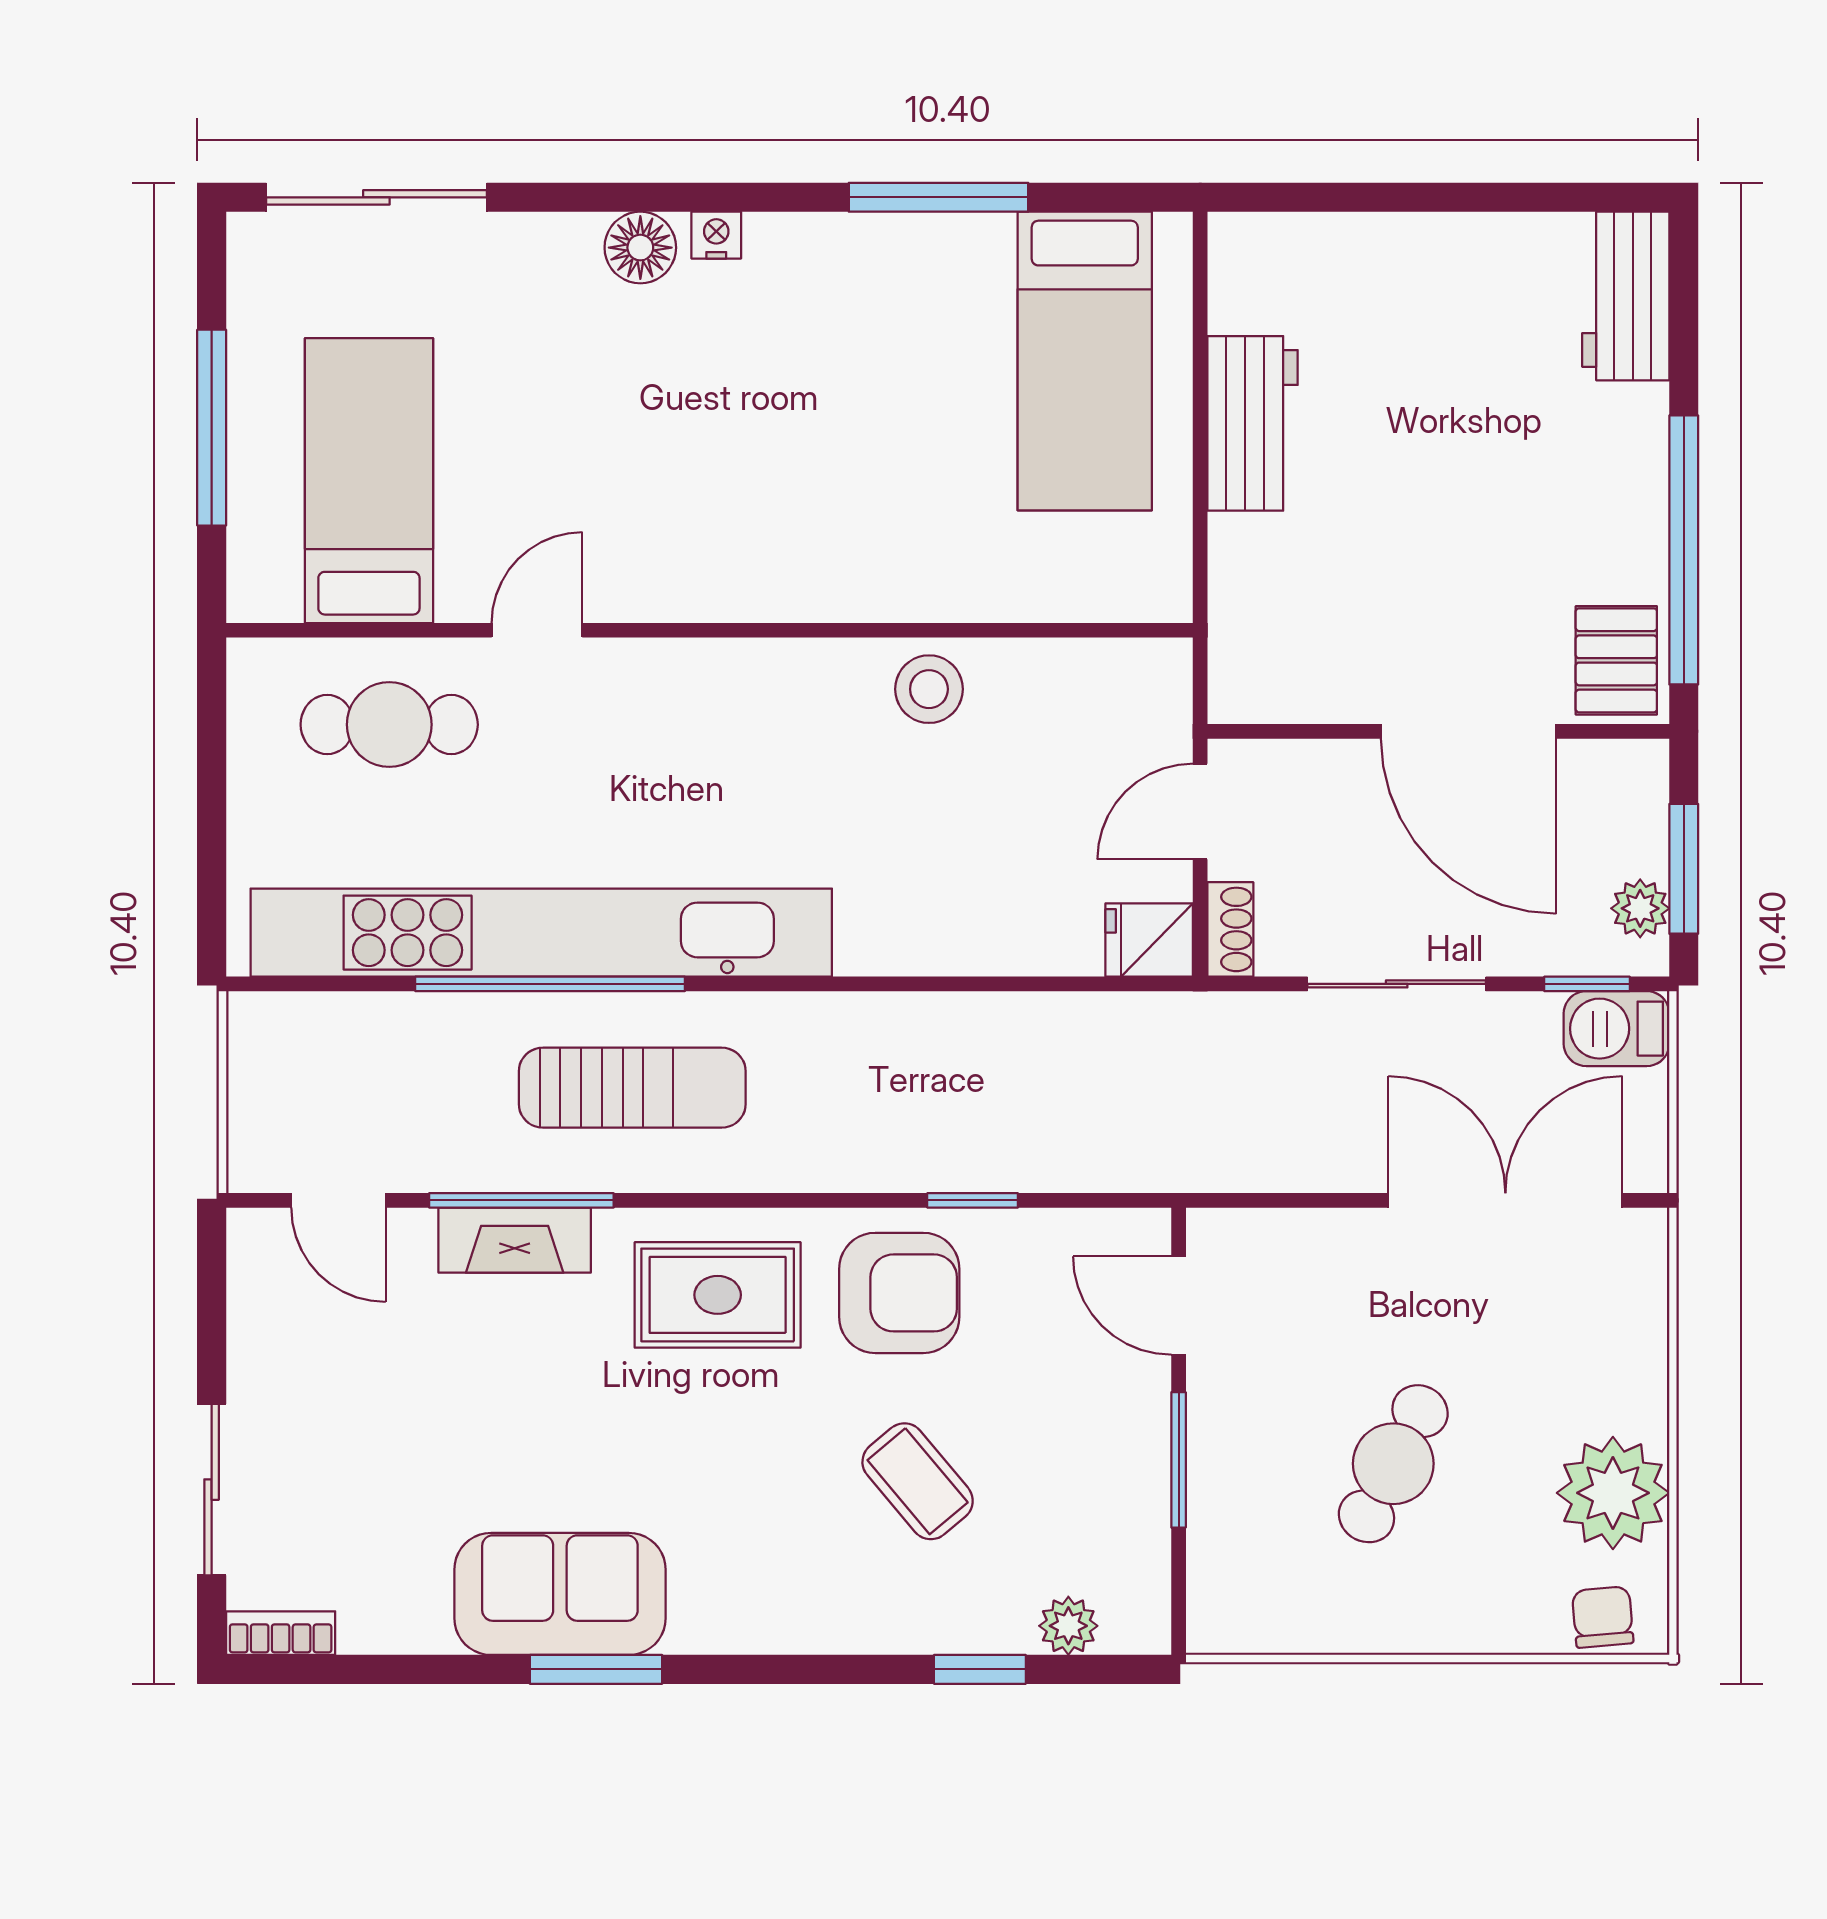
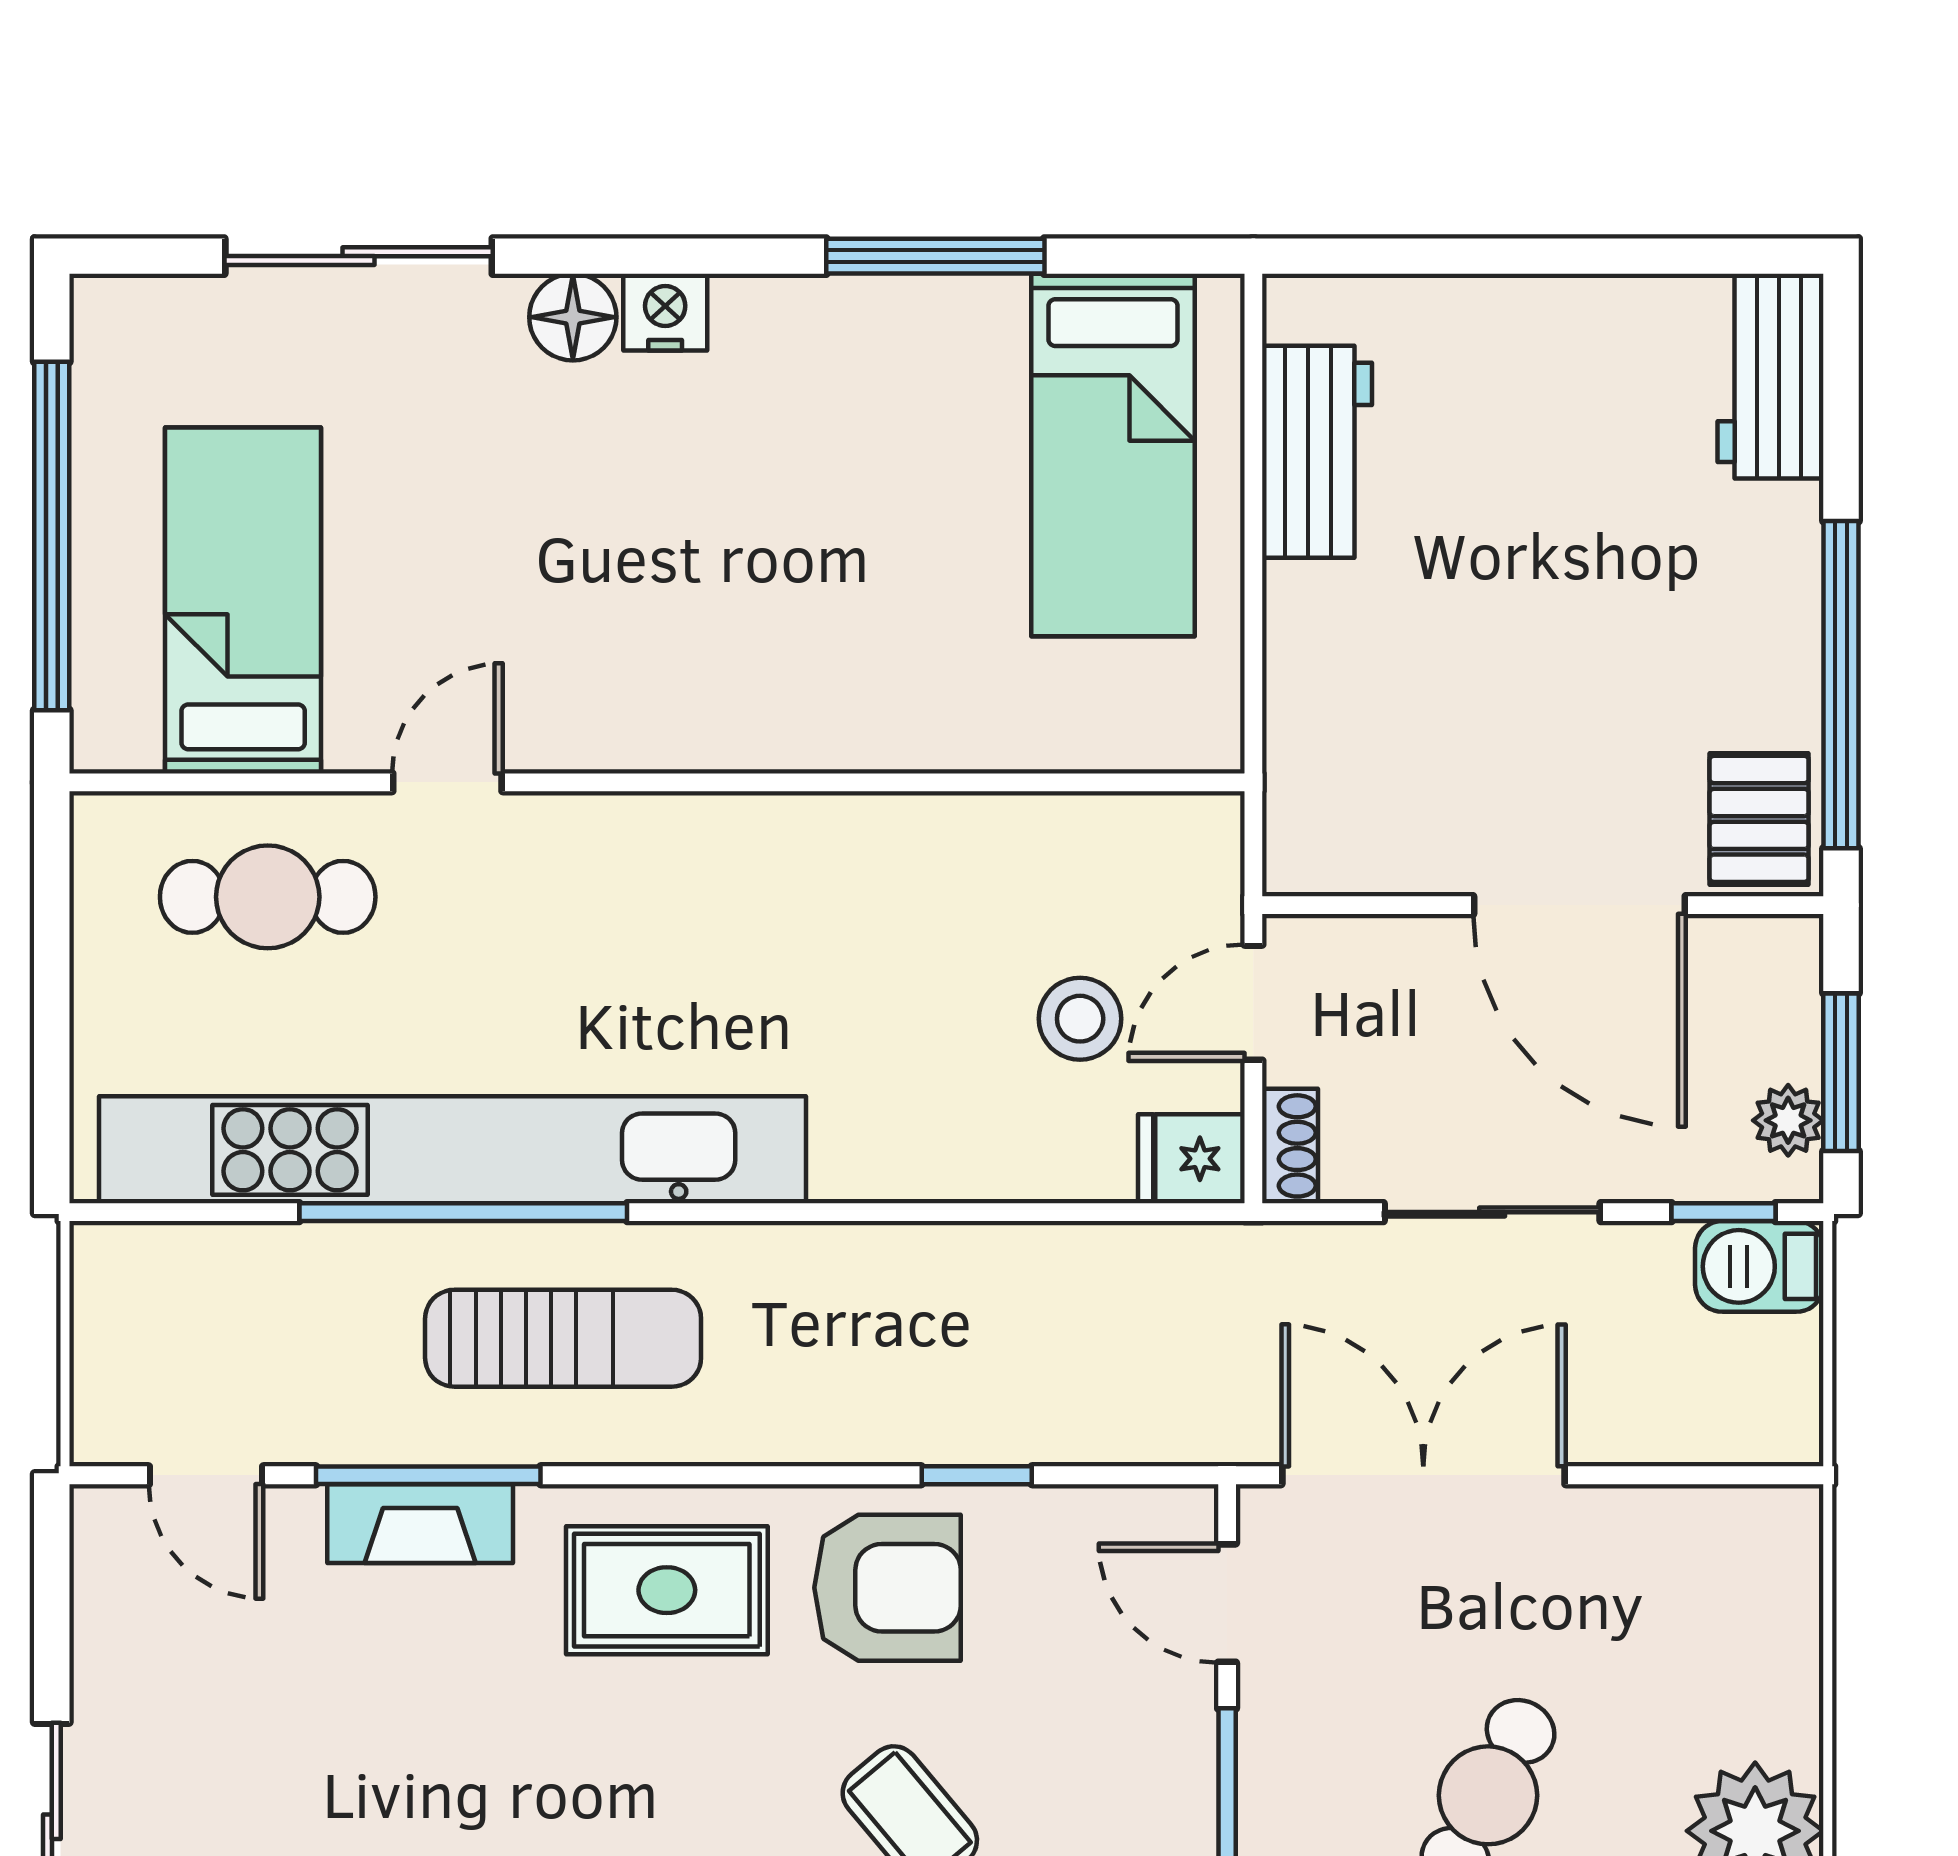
sliding door: (376, 197) -> (359, 256), moved
nightstand: (716, 235) -> (665, 312), width x1.39, depth x1.35
workbench: (1253, 423) -> (1317, 452), moved
window: (212, 428) -> (52, 536), width x1.46
stool: (929, 689) -> (1080, 1019), moved
double door: (1505, 1200) -> (1423, 1475), moved

